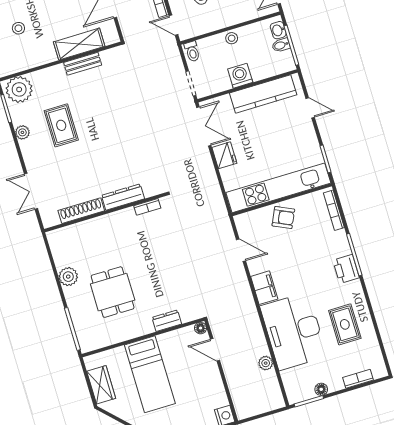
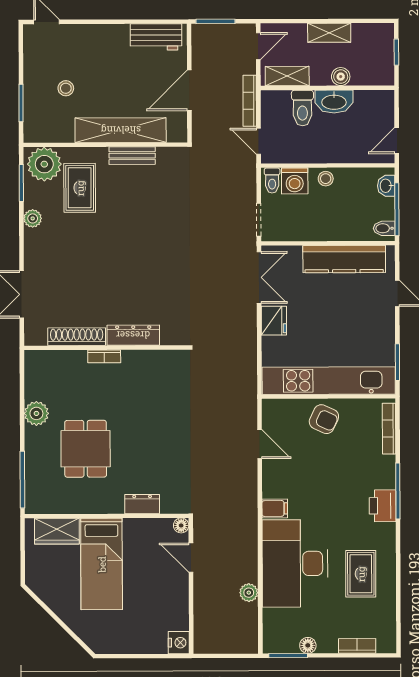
shelving: (79, 44) -> (121, 130), width x1.47
bidet: (281, 45) -> (384, 228), moved
washing machine: (240, 76) -> (295, 181), moved, turned 180
rug: (61, 125) -> (80, 188), moved
bookcase: (147, 207) -> (104, 356), moved
filing cabinet: (264, 288) -> (275, 508), width x0.50
wardrobe: (101, 385) -> (57, 531), moved, turned 90

